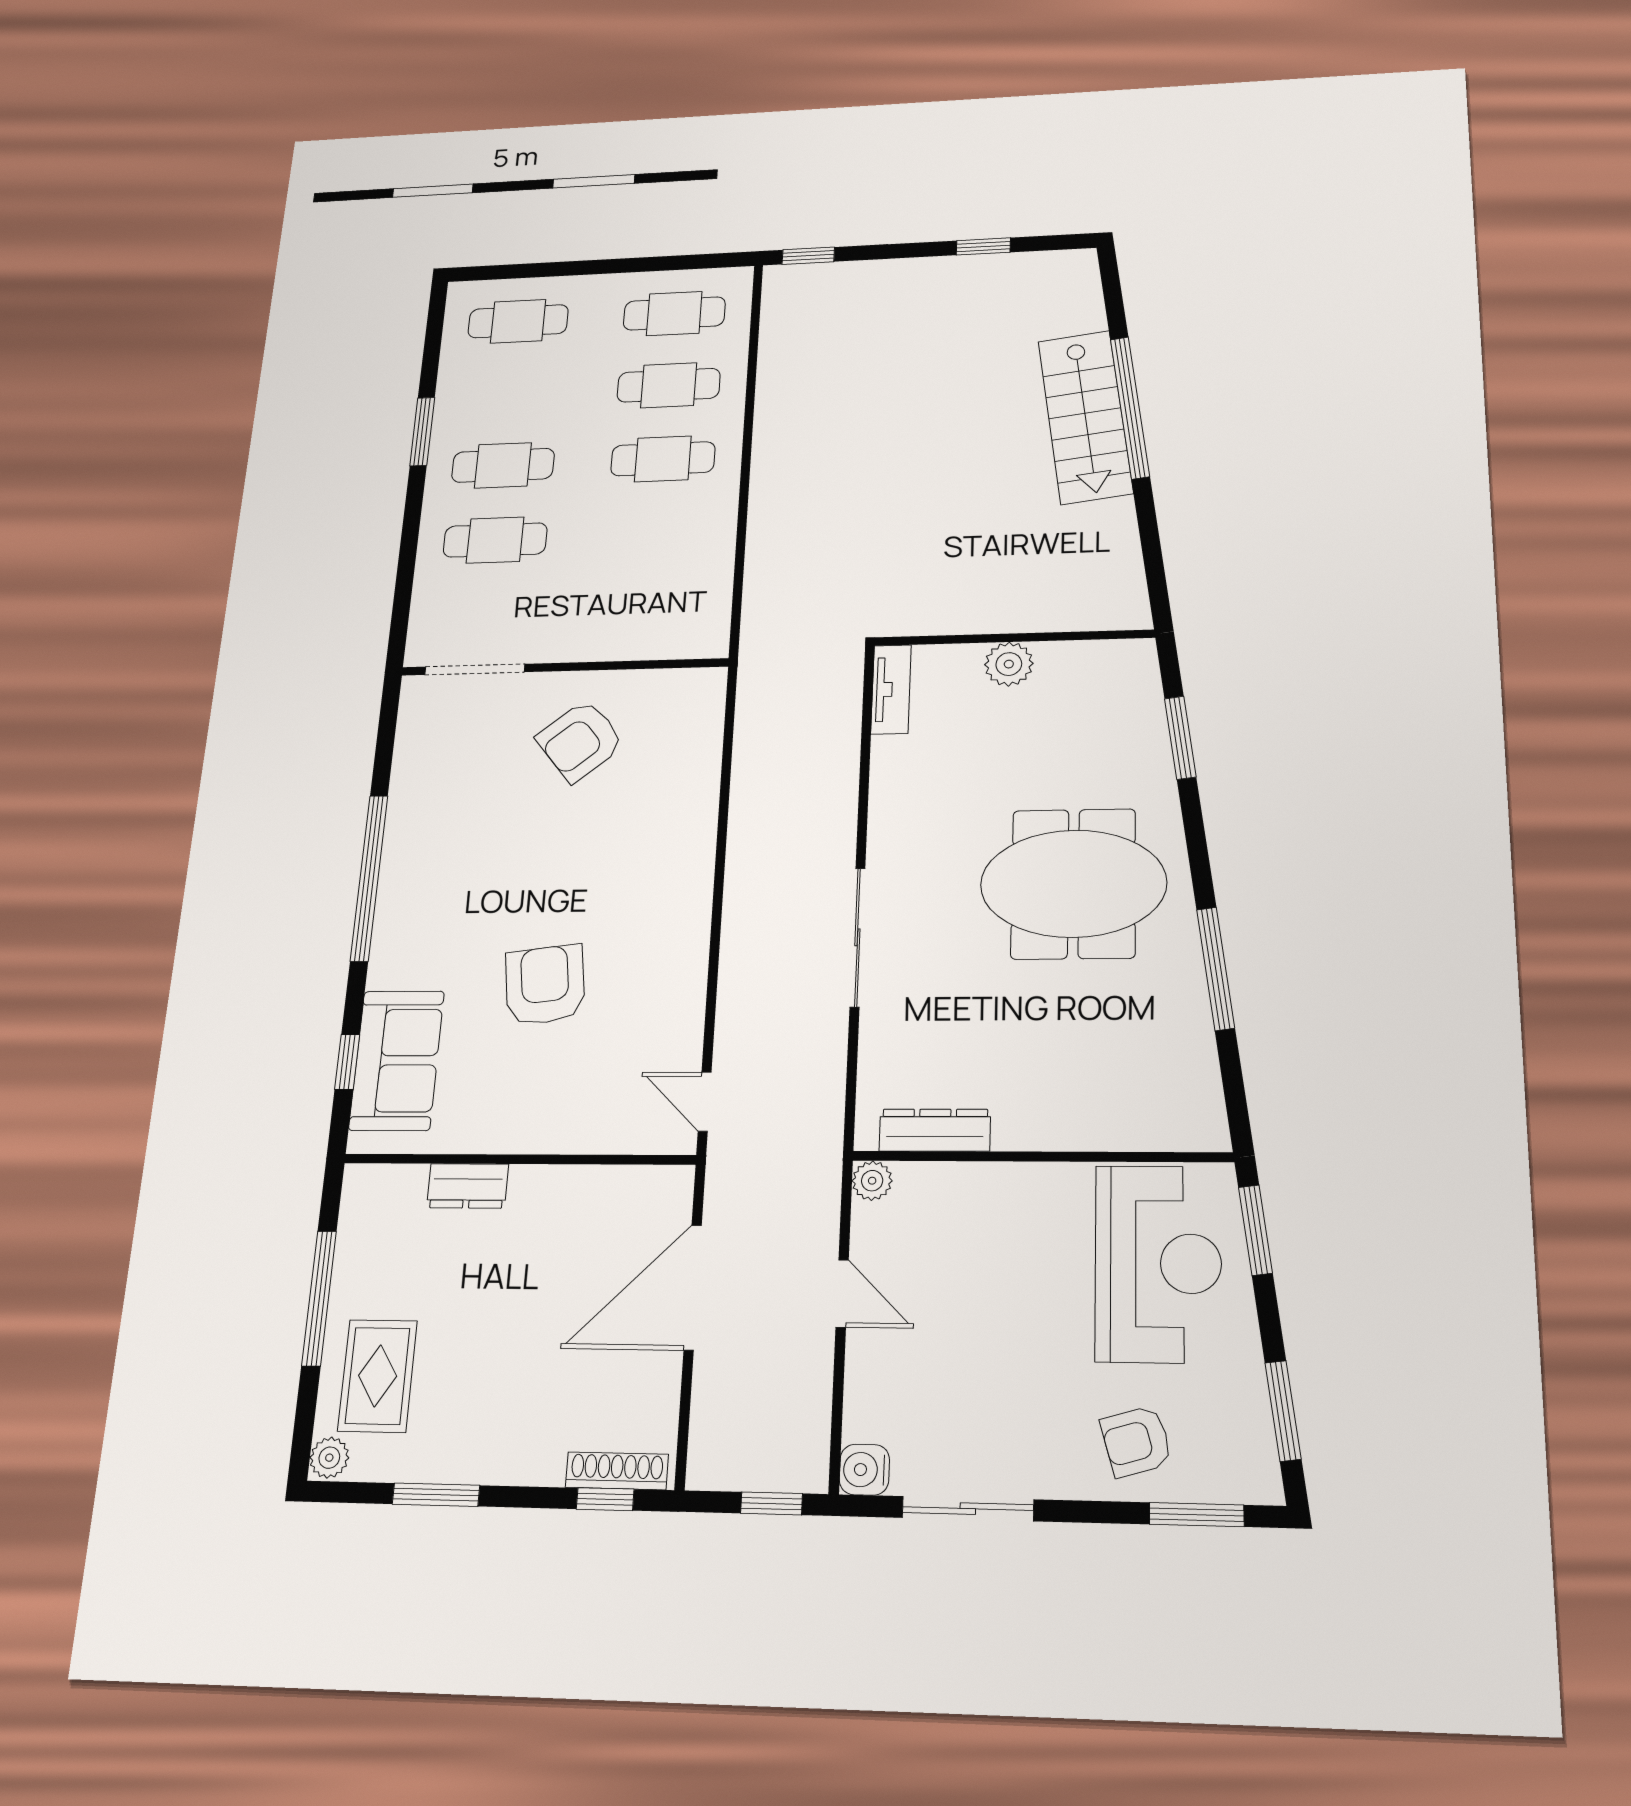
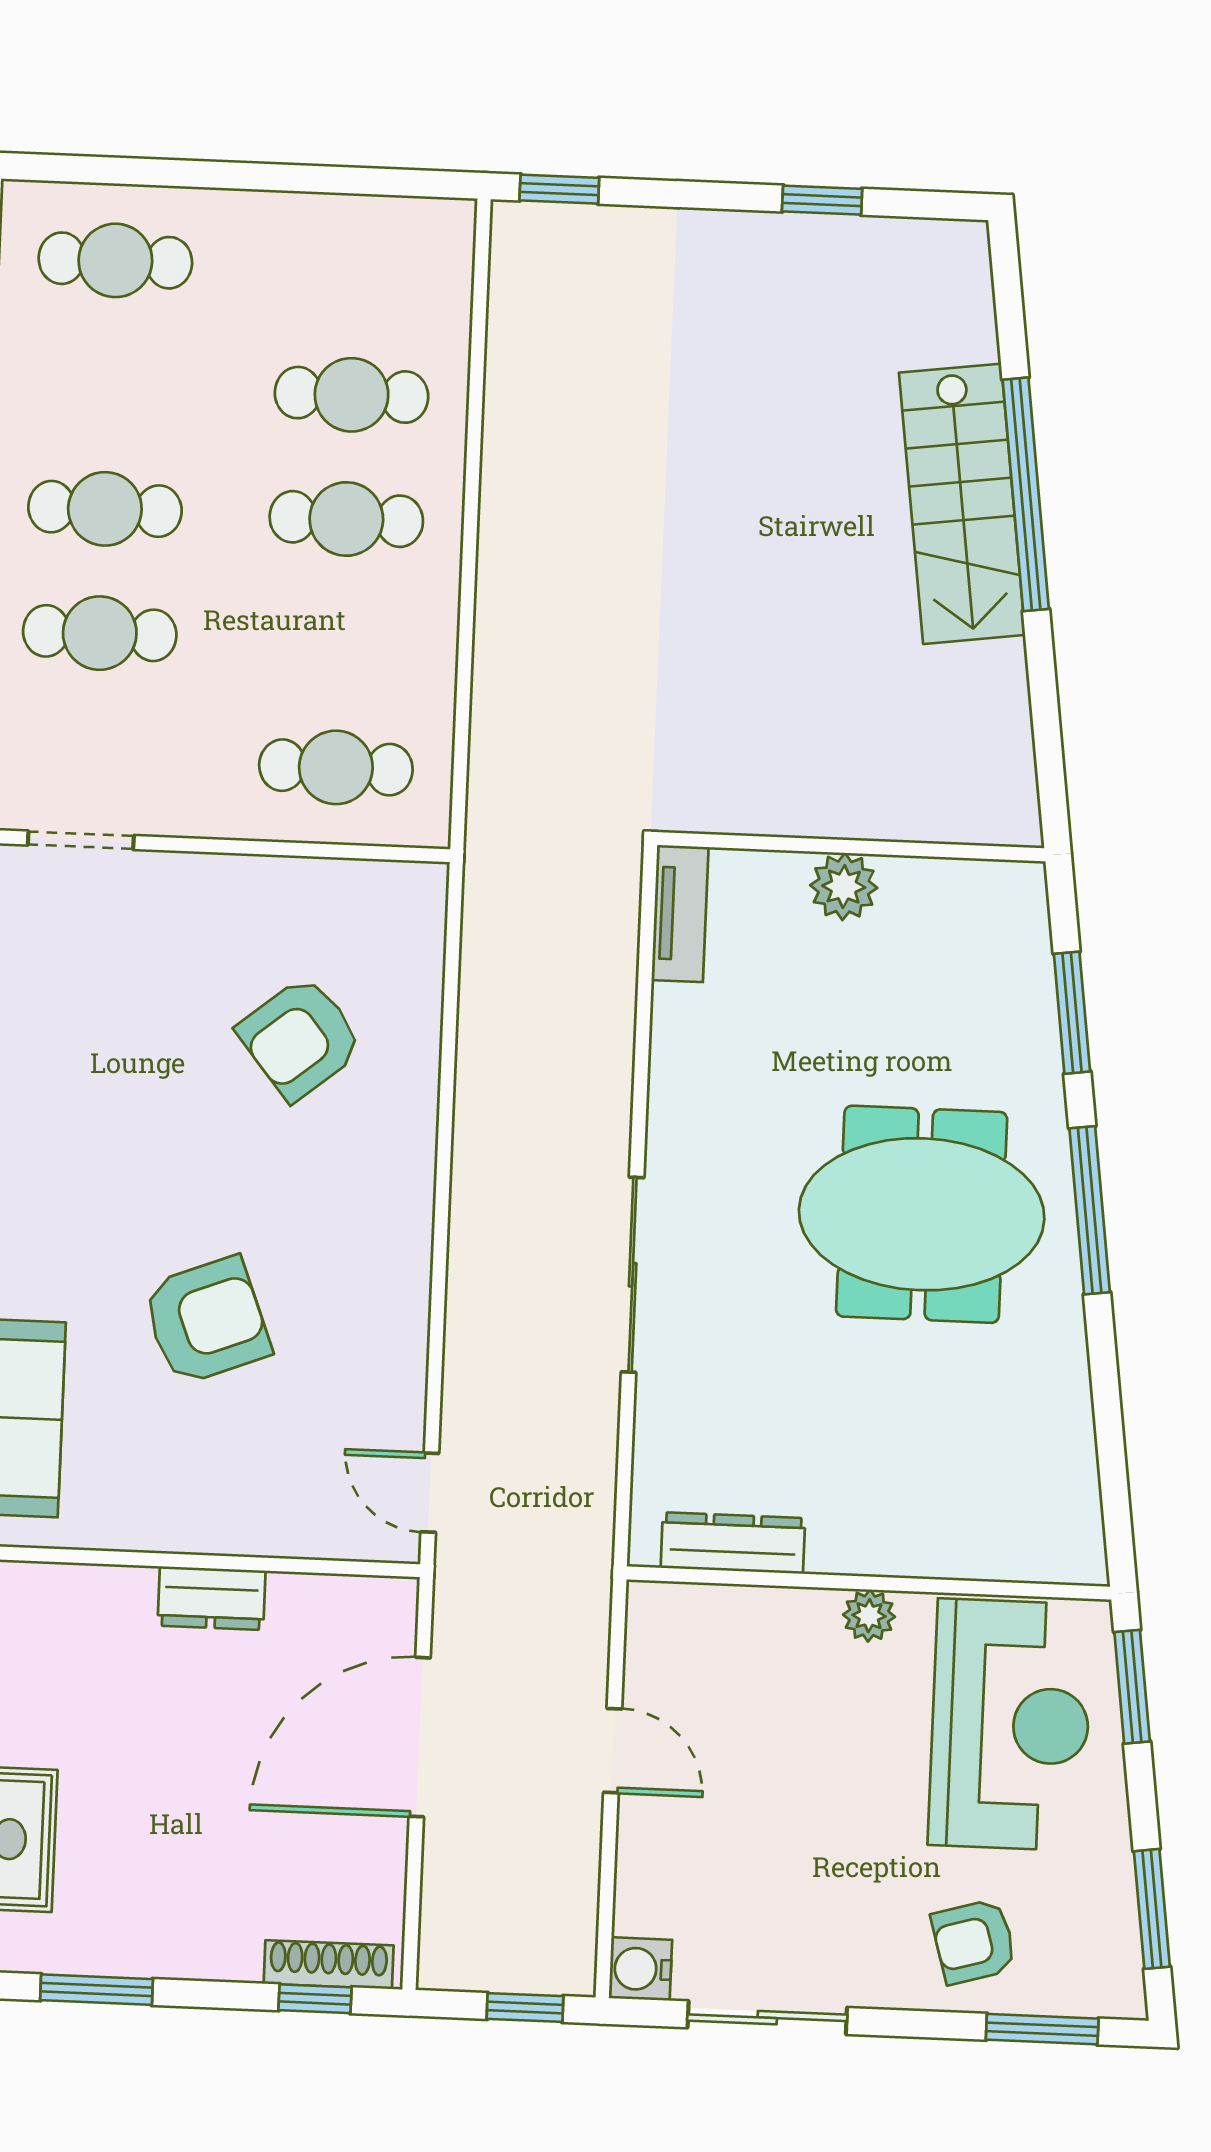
cafe table: (674, 313) -> (336, 767), moved
doorway: (475, 669) -> (81, 840), width x0.73
armchair: (580, 741) -> (300, 1038), moved
window: (1216, 969) -> (1090, 1210), moved
armchair: (545, 985) -> (206, 1321), turned 76
plant: (872, 1181) -> (869, 1616), moved
dresser: (468, 1186) -> (212, 1598), moved

